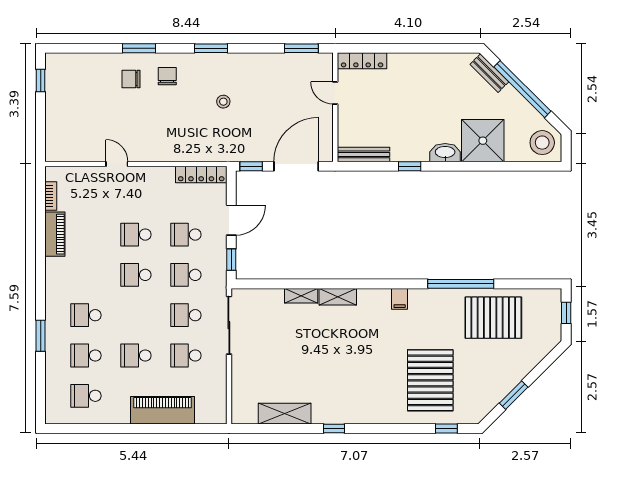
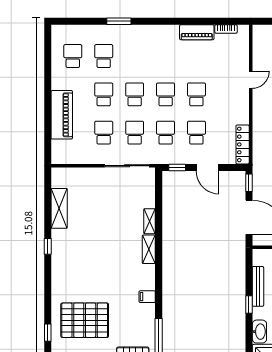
bench: (364, 154) -> (258, 286), moved
school desk: (86, 315) -> (135, 94), moved

